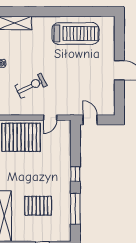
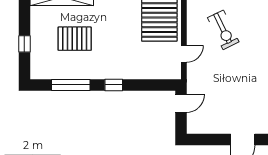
door: (50, 118) -> (184, 54), swing flipped
pallet: (38, 206) -> (75, 39), turned 90

